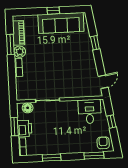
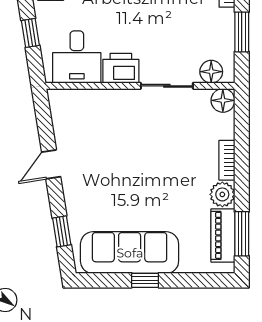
window: (95, 43) -> (62, 231), moved
window: (10, 45) -> (242, 234), moved
door: (103, 82) -> (51, 164), moved
floor lamp: (22, 95) -> (223, 100), added
printer: (25, 128) -> (121, 68), moved, turned 90

